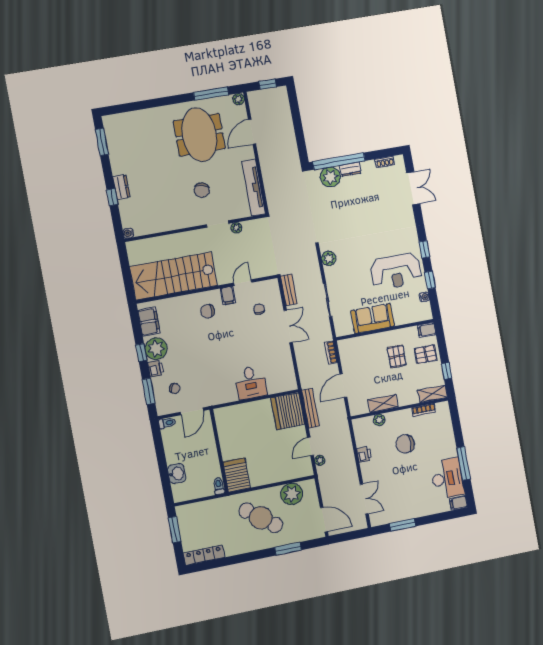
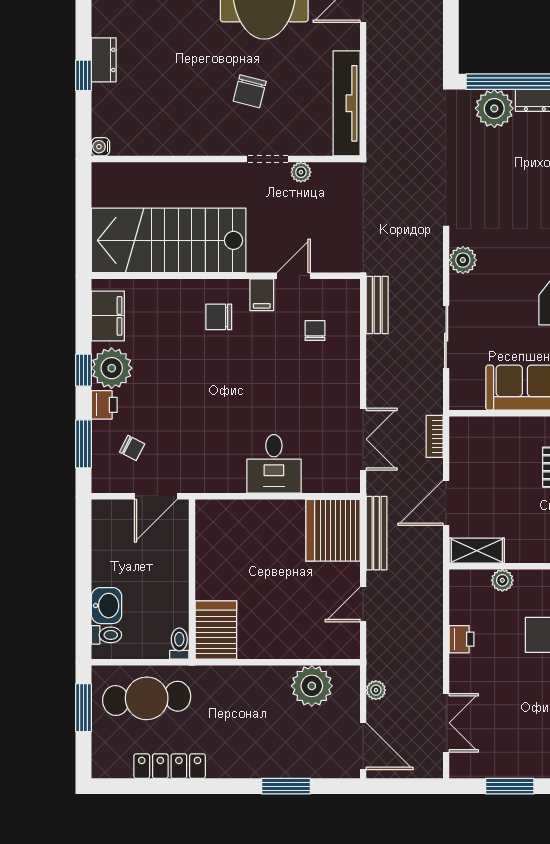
double door: (288, 326) -> (363, 439), moved
shelving: (383, 403) -> (477, 551), moved
toilet: (167, 423) -> (106, 635), moved
plant: (320, 460) -> (376, 690), moved
cafe table: (261, 518) -> (147, 698), moved, turned -42
locker: (204, 555) -> (170, 766), moved

